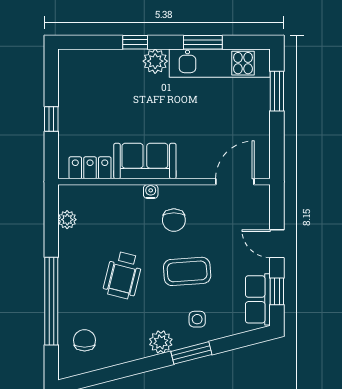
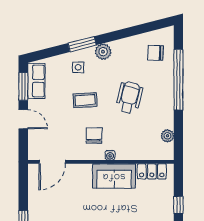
coffee table: (187, 271) -> (85, 100), width x0.73, depth x0.77
window: (277, 291) -> (23, 86), width x1.50
chair: (85, 340) -> (156, 53), turned 92

